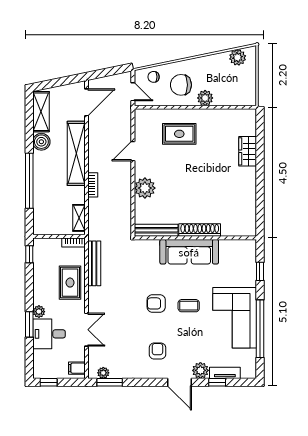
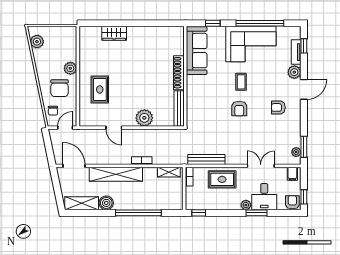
sofa: (189, 252) -> (197, 51), moved
armchair: (42, 368) -> (292, 202), added
window: (217, 382) -> (304, 46), moved

